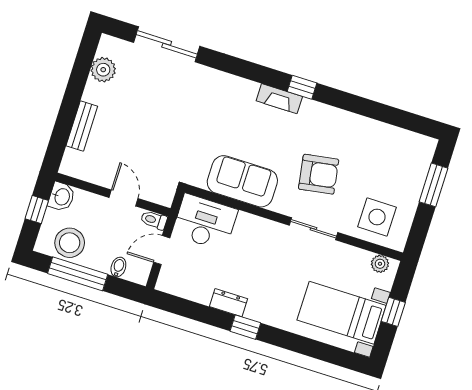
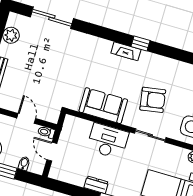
desk: (205, 222) -> (108, 141), moved
door: (162, 250) -> (52, 152), hinge flipped

